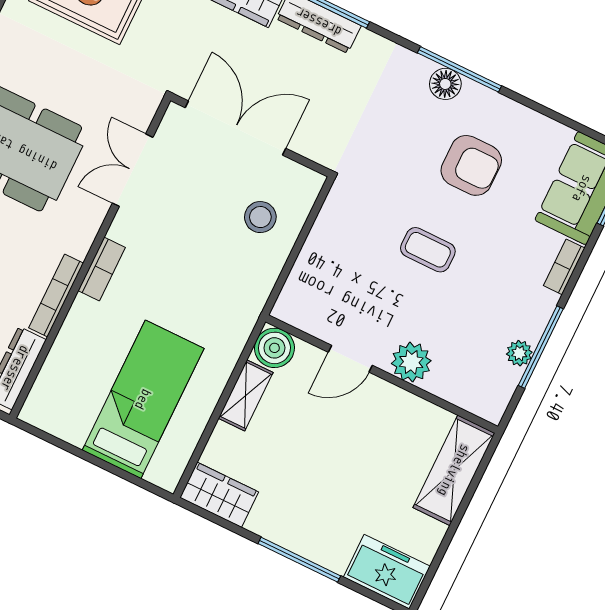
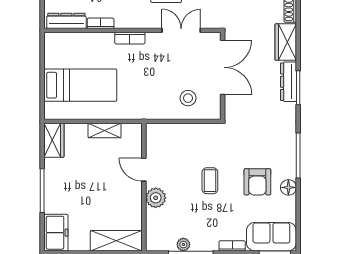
floor lamp: (445, 84) -> (288, 187), moved
bookcase: (56, 295) -> (101, 23), width x0.64
boiler: (274, 348) -> (132, 133), removed

